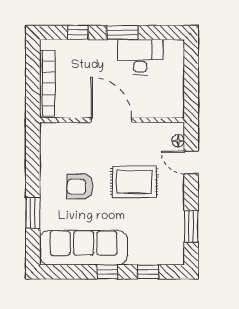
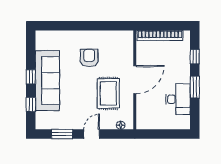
door: (191, 163) -> (92, 134), moved
rug: (134, 182) -> (108, 93), moved
window: (33, 213) -> (71, 26), removed
sofa: (84, 248) -> (47, 81), moved

